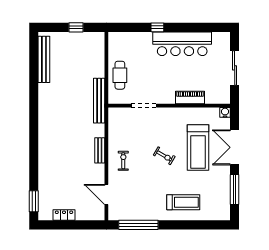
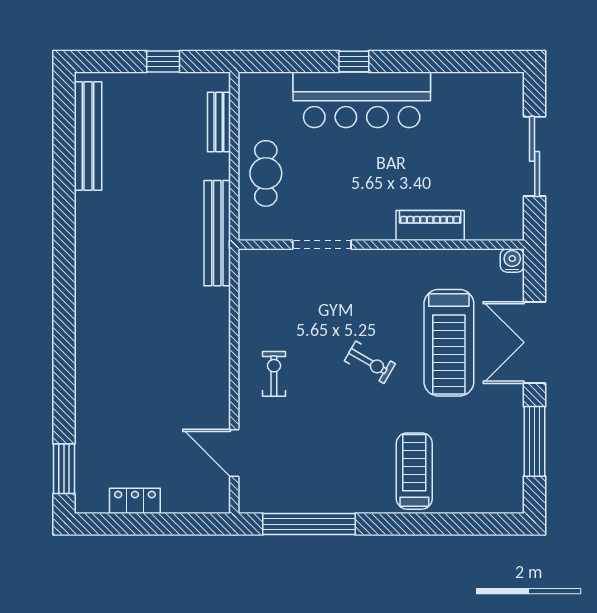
bar counter: (182, 44) -> (362, 100), moved
bench: (100, 150) -> (219, 122), moved
treadmill: (183, 202) -> (414, 471), turned -90

